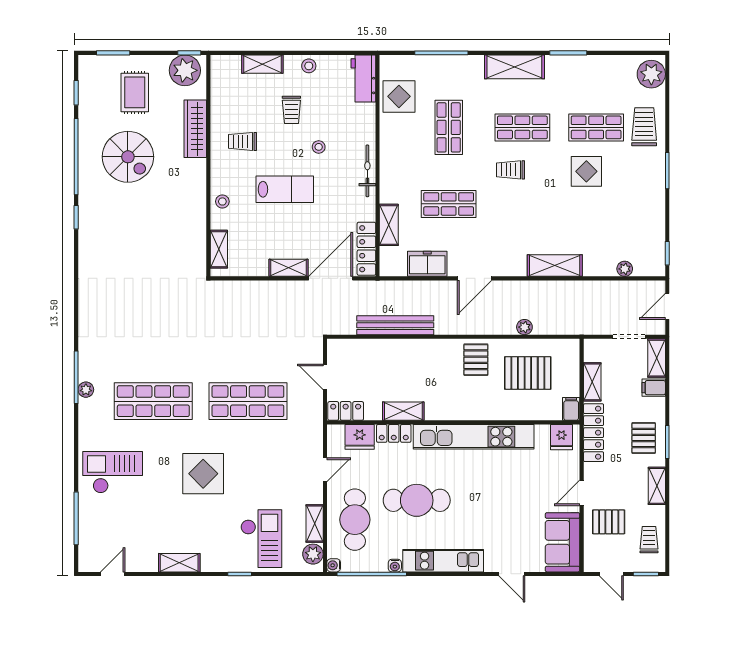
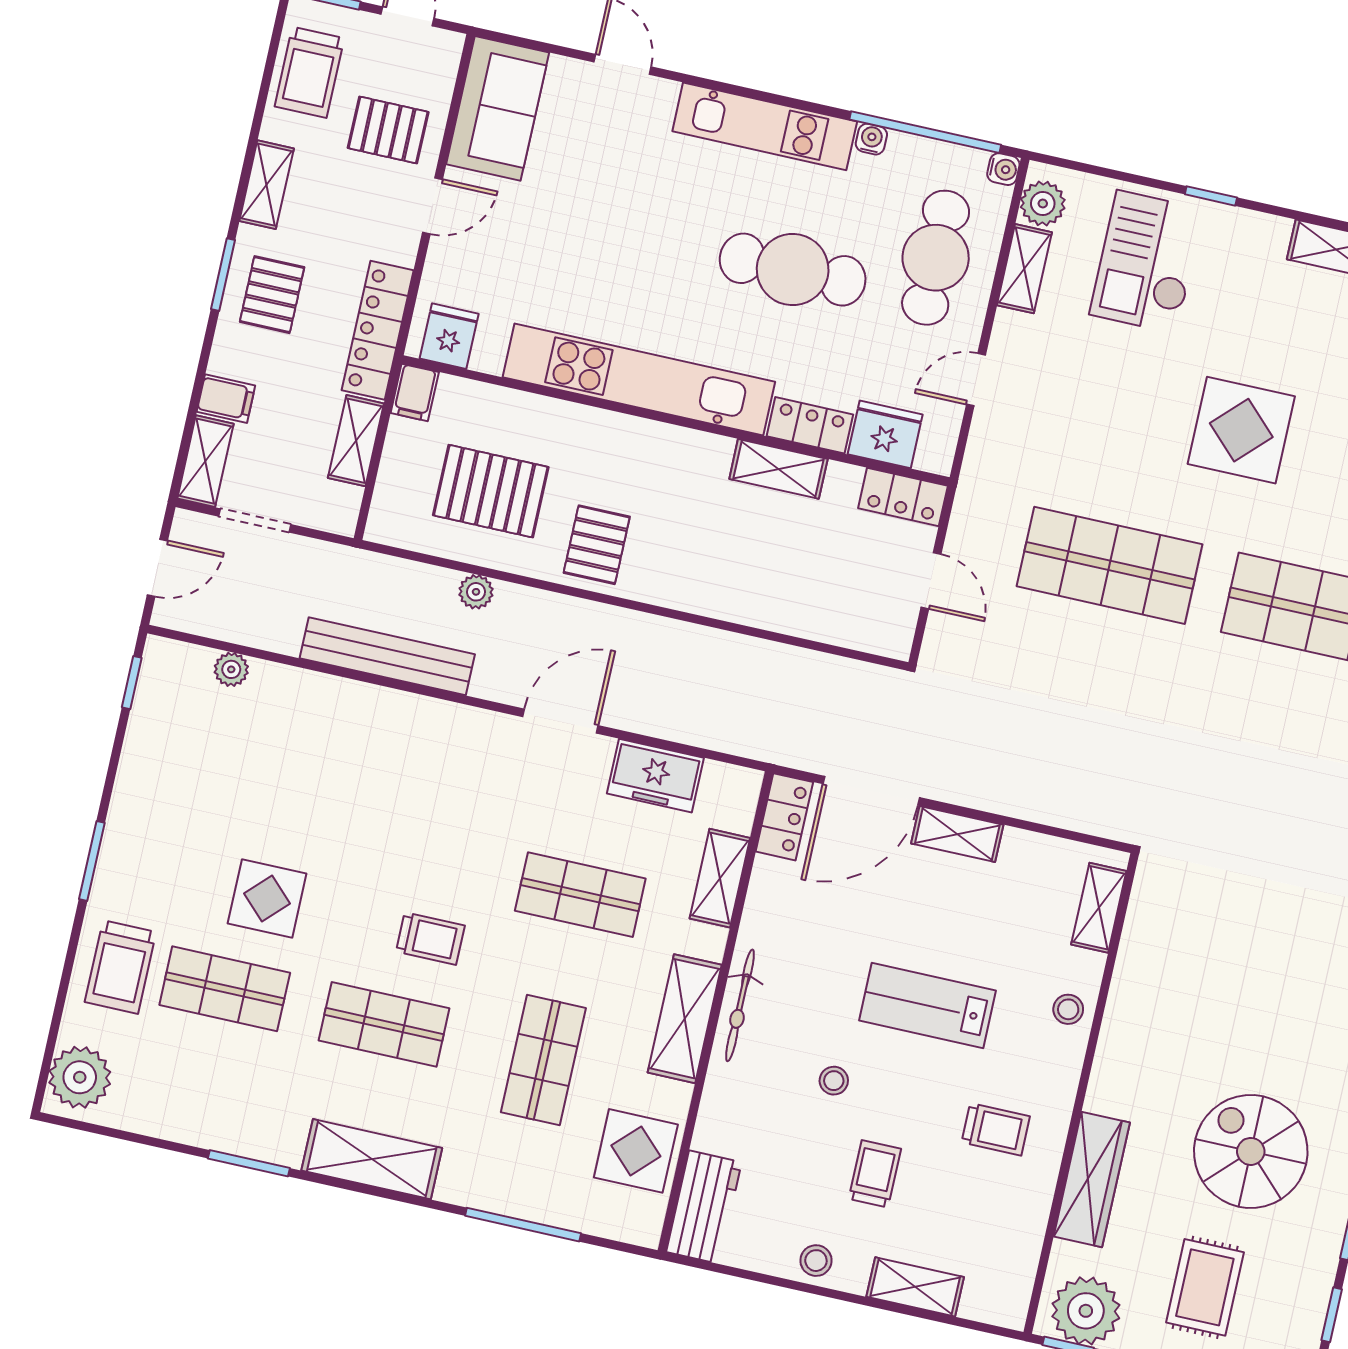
locker: (366, 249) -> (784, 817), width x0.66
shelving: (555, 266) -> (685, 1019), moved, turned 90
bench: (395, 325) -> (387, 656), moved
trolley: (649, 540) -> (309, 72), width x1.36, depth x1.39

